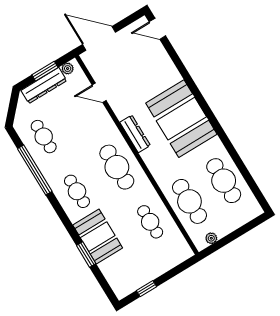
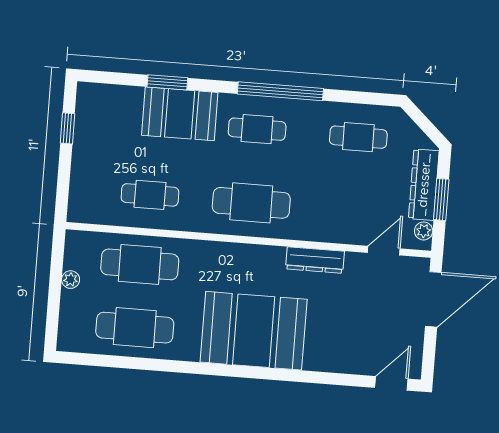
door: (99, 93) -> (384, 251), moved
dresser: (135, 134) -> (315, 260), moved
window: (35, 170) -> (280, 91), moved
plant: (211, 238) -> (71, 280), moved

